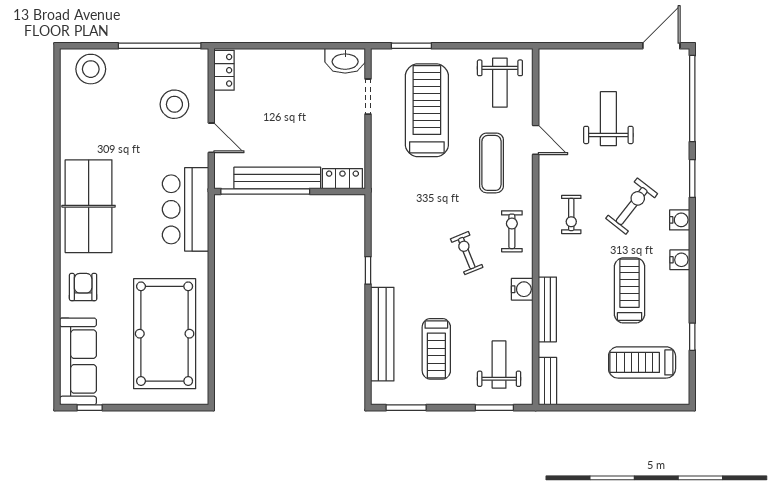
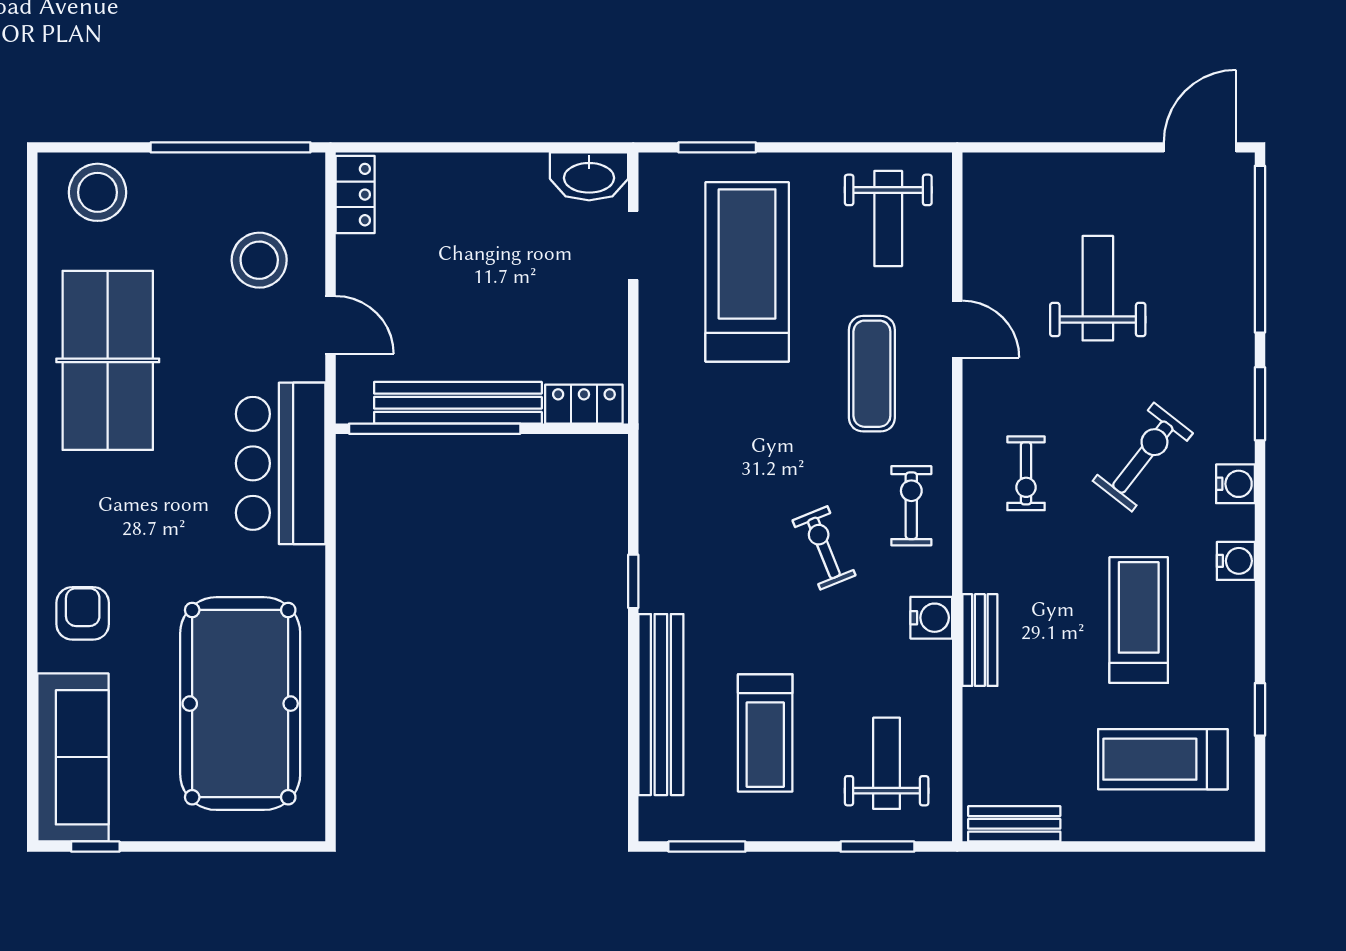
table tennis table: (89, 206) -> (108, 360), moved
bench: (547, 309) -> (980, 640), width x0.73
bench: (547, 381) -> (1014, 824), moved, turned 90

